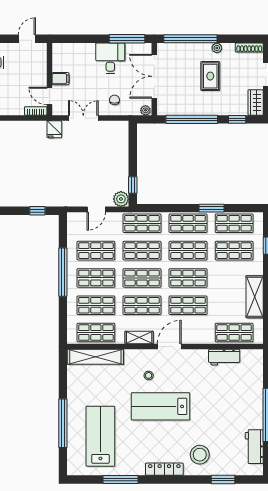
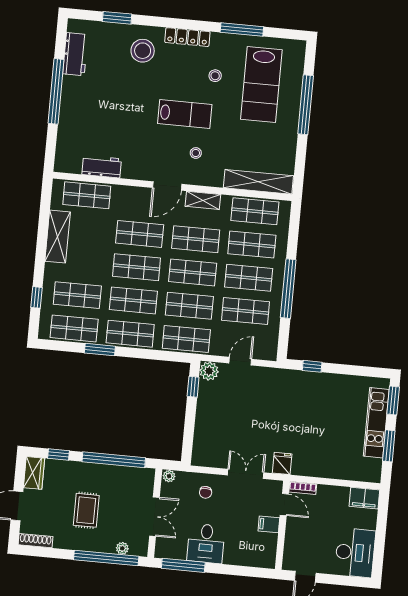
plant: (217, 48) -> (122, 548), moved
double door: (154, 76) -> (154, 517), width x0.73
double door: (83, 118) -> (246, 474), swing flipped
lab bench: (161, 406) -> (185, 114), width x0.73, depth x0.72
stool: (139, 440) -> (215, 76), added

